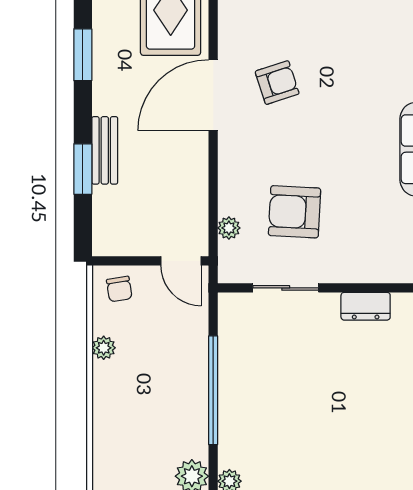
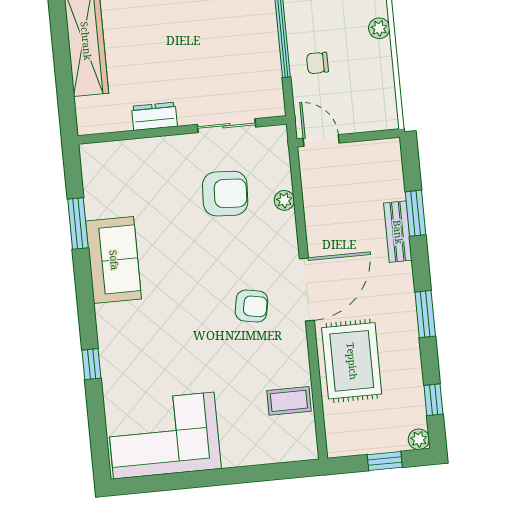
armchair: (277, 83) -> (252, 306), turned -152
plant: (229, 228) -> (284, 200), moved
chair: (119, 289) -> (318, 63), moved, turned -81
plant: (104, 348) -> (379, 28), moved

